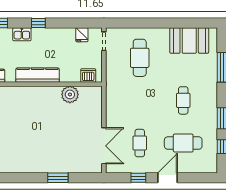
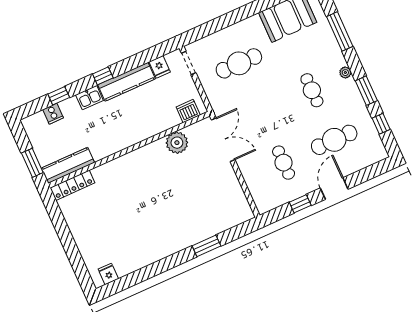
cafe table: (140, 58) -> (239, 63), turned 90
kitchen counter: (38, 75) -> (127, 82), moved, turned 180
plant: (213, 98) -> (345, 73), added
double door: (104, 146) -> (223, 140), moved

